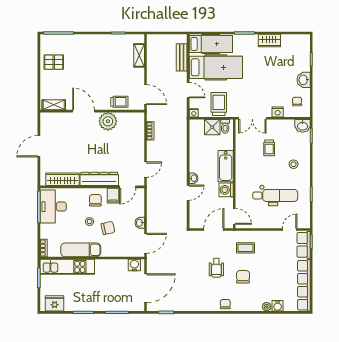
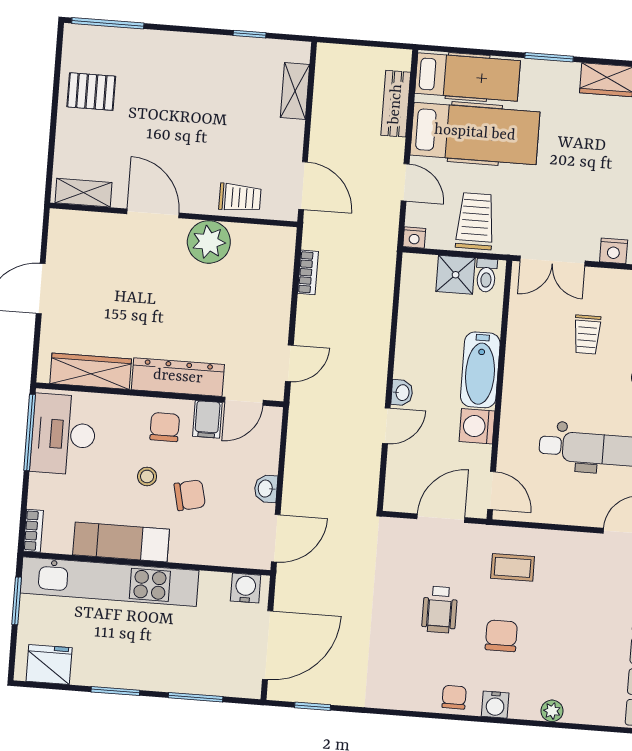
kitchen unit: (67, 267) -> (109, 582), width x1.36
water cooler: (278, 306) -> (495, 705), moved

